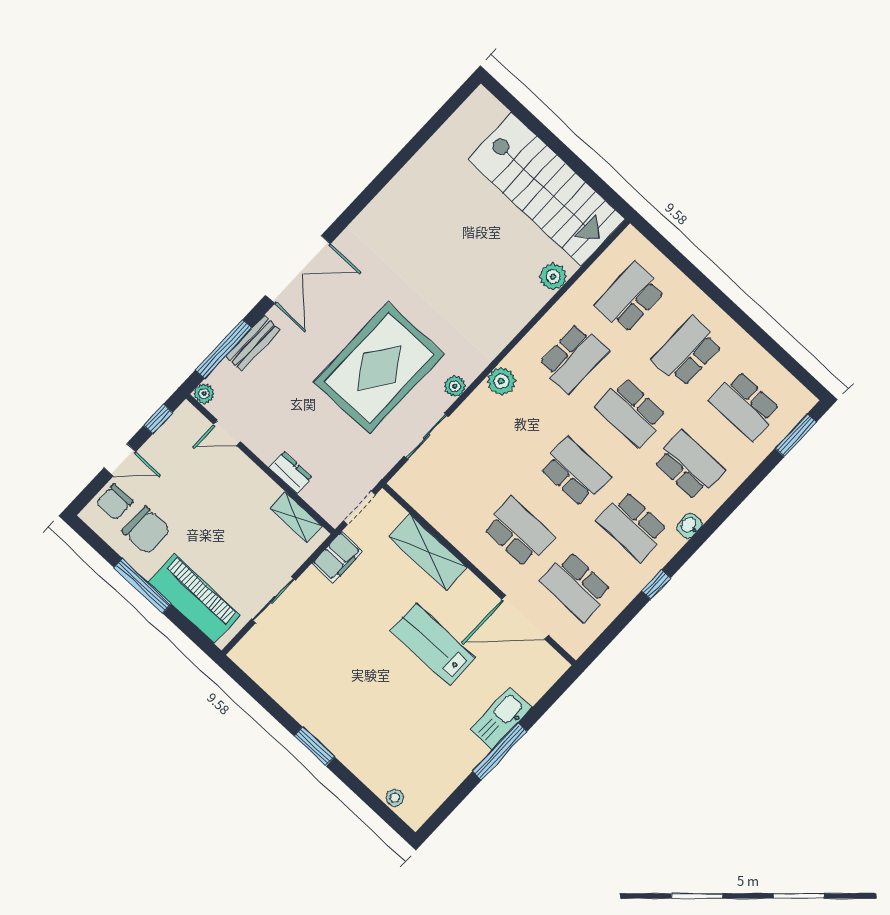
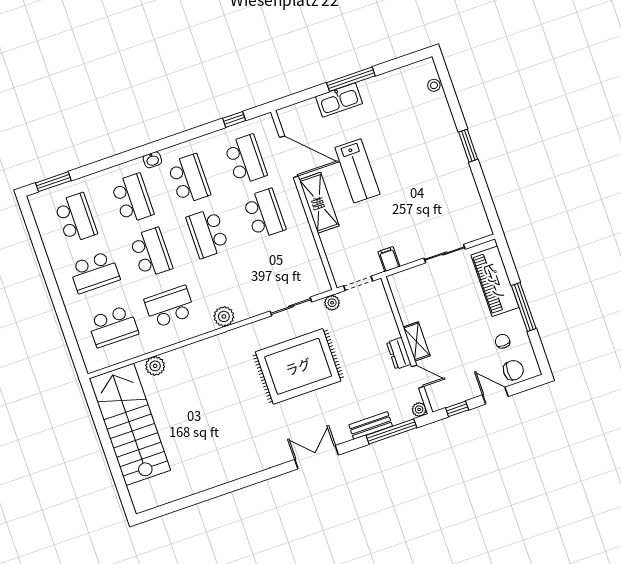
double door: (298, 270) -> (317, 457), width x0.73
plant: (455, 386) -> (332, 303), moved
school desk: (689, 466) -> (132, 198), turned 180
dresser: (290, 473) -> (399, 353), moved
shelving: (296, 517) -> (417, 341), moved
chair: (146, 530) -> (503, 341), width x0.54, depth x0.54
school desk: (519, 532) -> (264, 214), turned 180
shelving: (428, 552) -> (319, 203), moved
filing cabinet: (338, 557) -> (389, 259), width x0.50
window: (656, 584) -> (234, 119), moved

